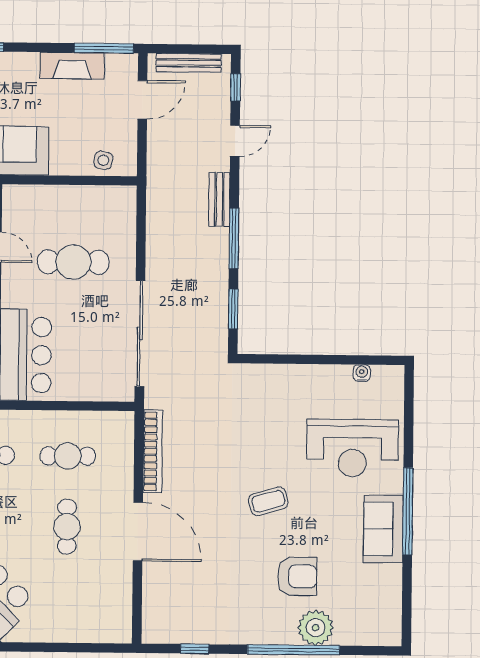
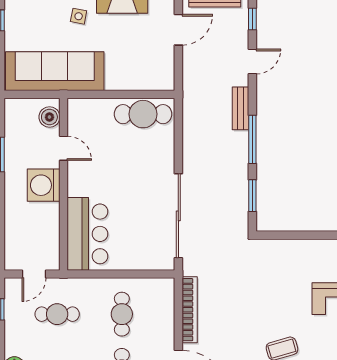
side table: (103, 160) -> (79, 16), moved
cafe table: (73, 262) -> (143, 114), moved
cafe table: (68, 456) -> (122, 314), turned 90

